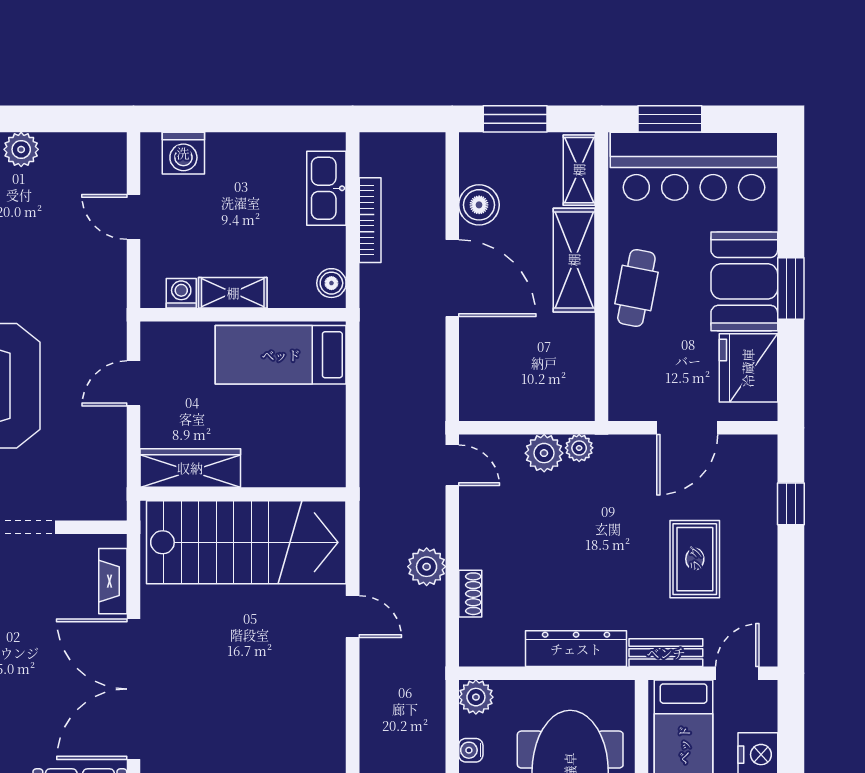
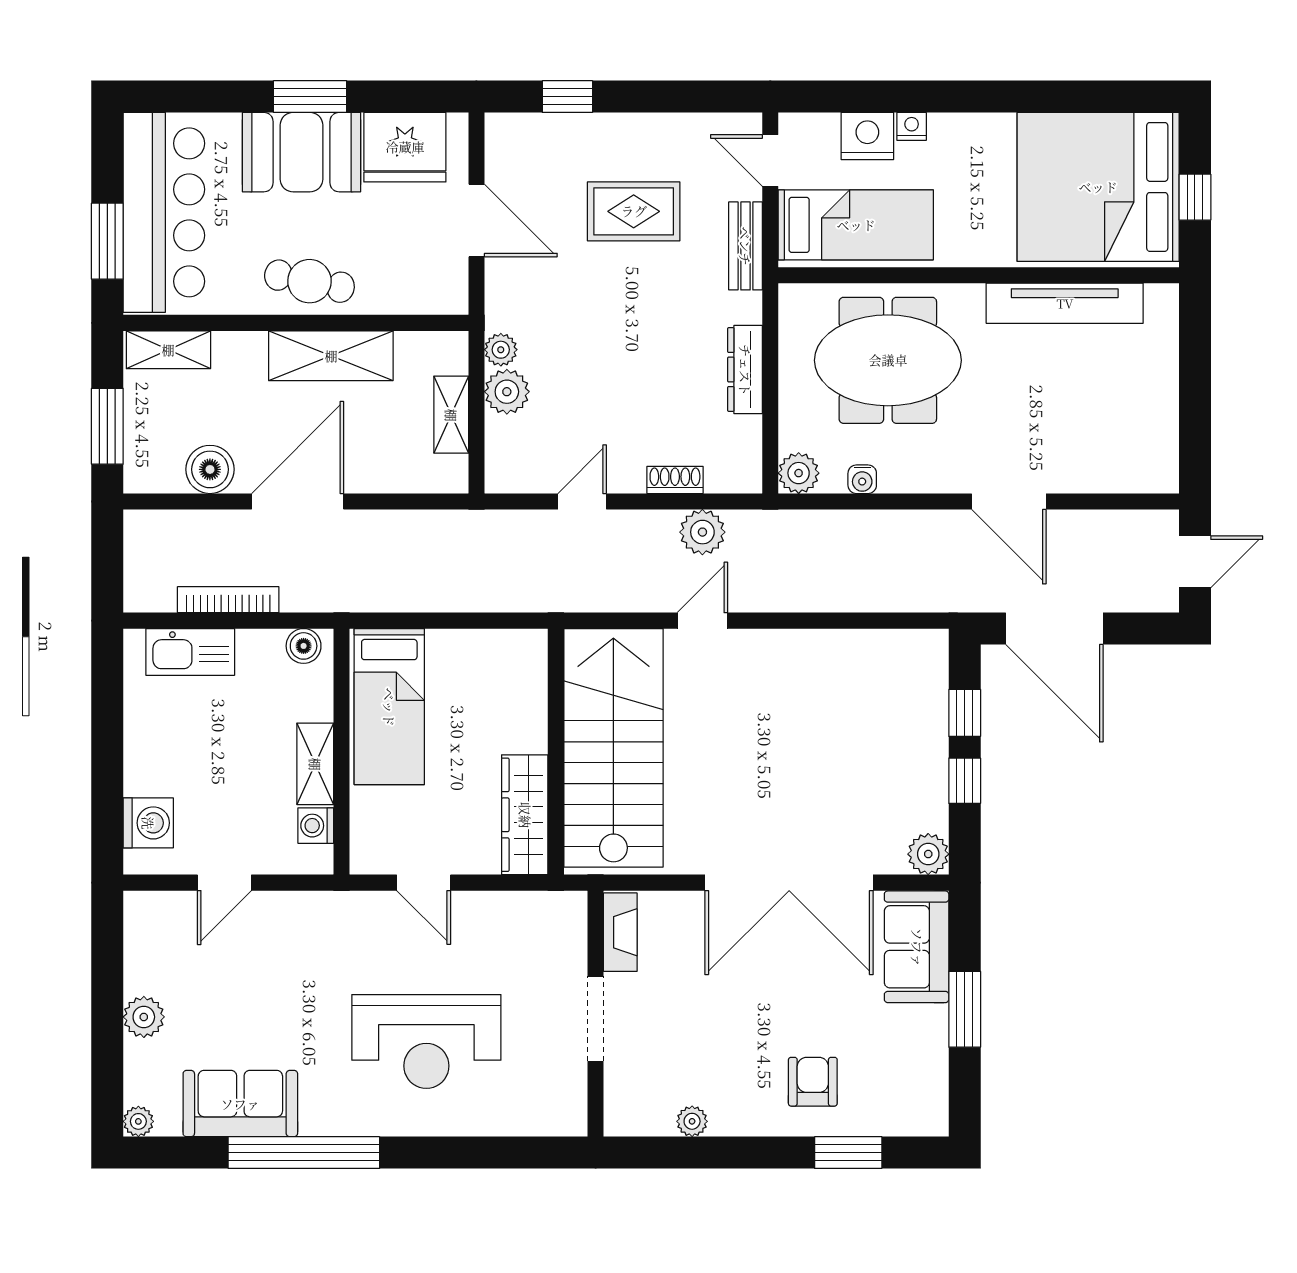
shelving: (574, 260) -> (331, 356), moved
shelving: (525, 407) -> (451, 415), added
door: (452, 465) -> (582, 501), moved
plant: (427, 567) -> (702, 532), moved
fireplace: (113, 581) -> (620, 932), moved, turned -90
dresser: (576, 649) -> (745, 370), width x0.73, depth x0.80

